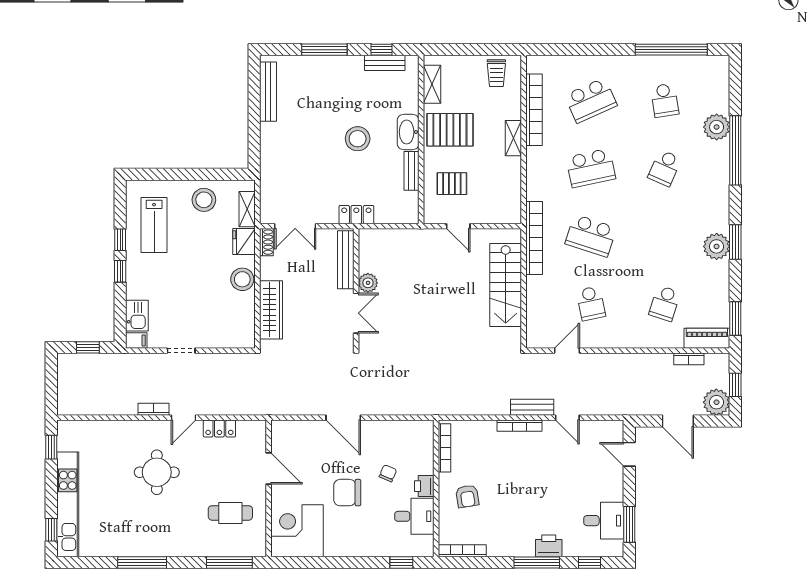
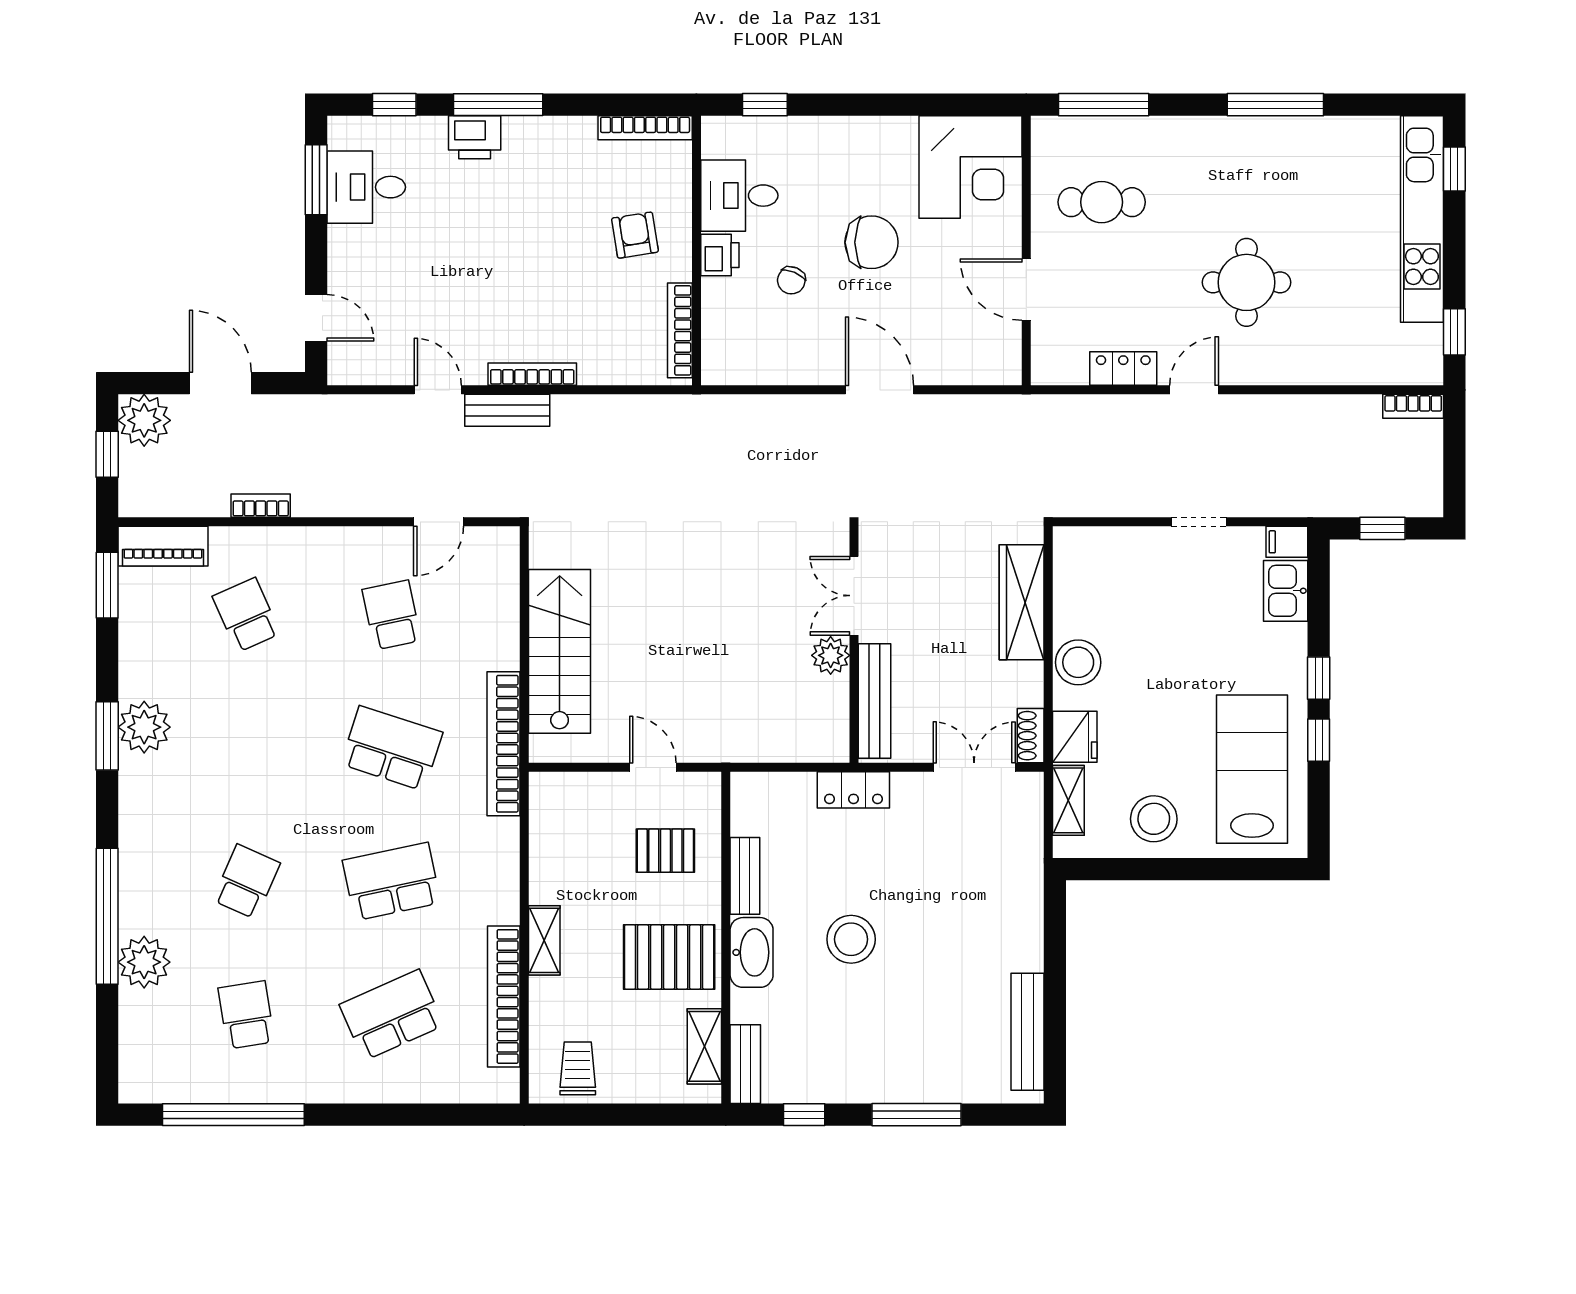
bench: (385, 63) -> (745, 1064), moved, turned 90
lab bench: (154, 225) -> (1252, 769), width x1.36, depth x1.39
school desk: (665, 303) -> (246, 615), turned -42
bookcase: (689, 359) -> (261, 506), moved
bookcase: (153, 409) -> (1413, 406), moved

